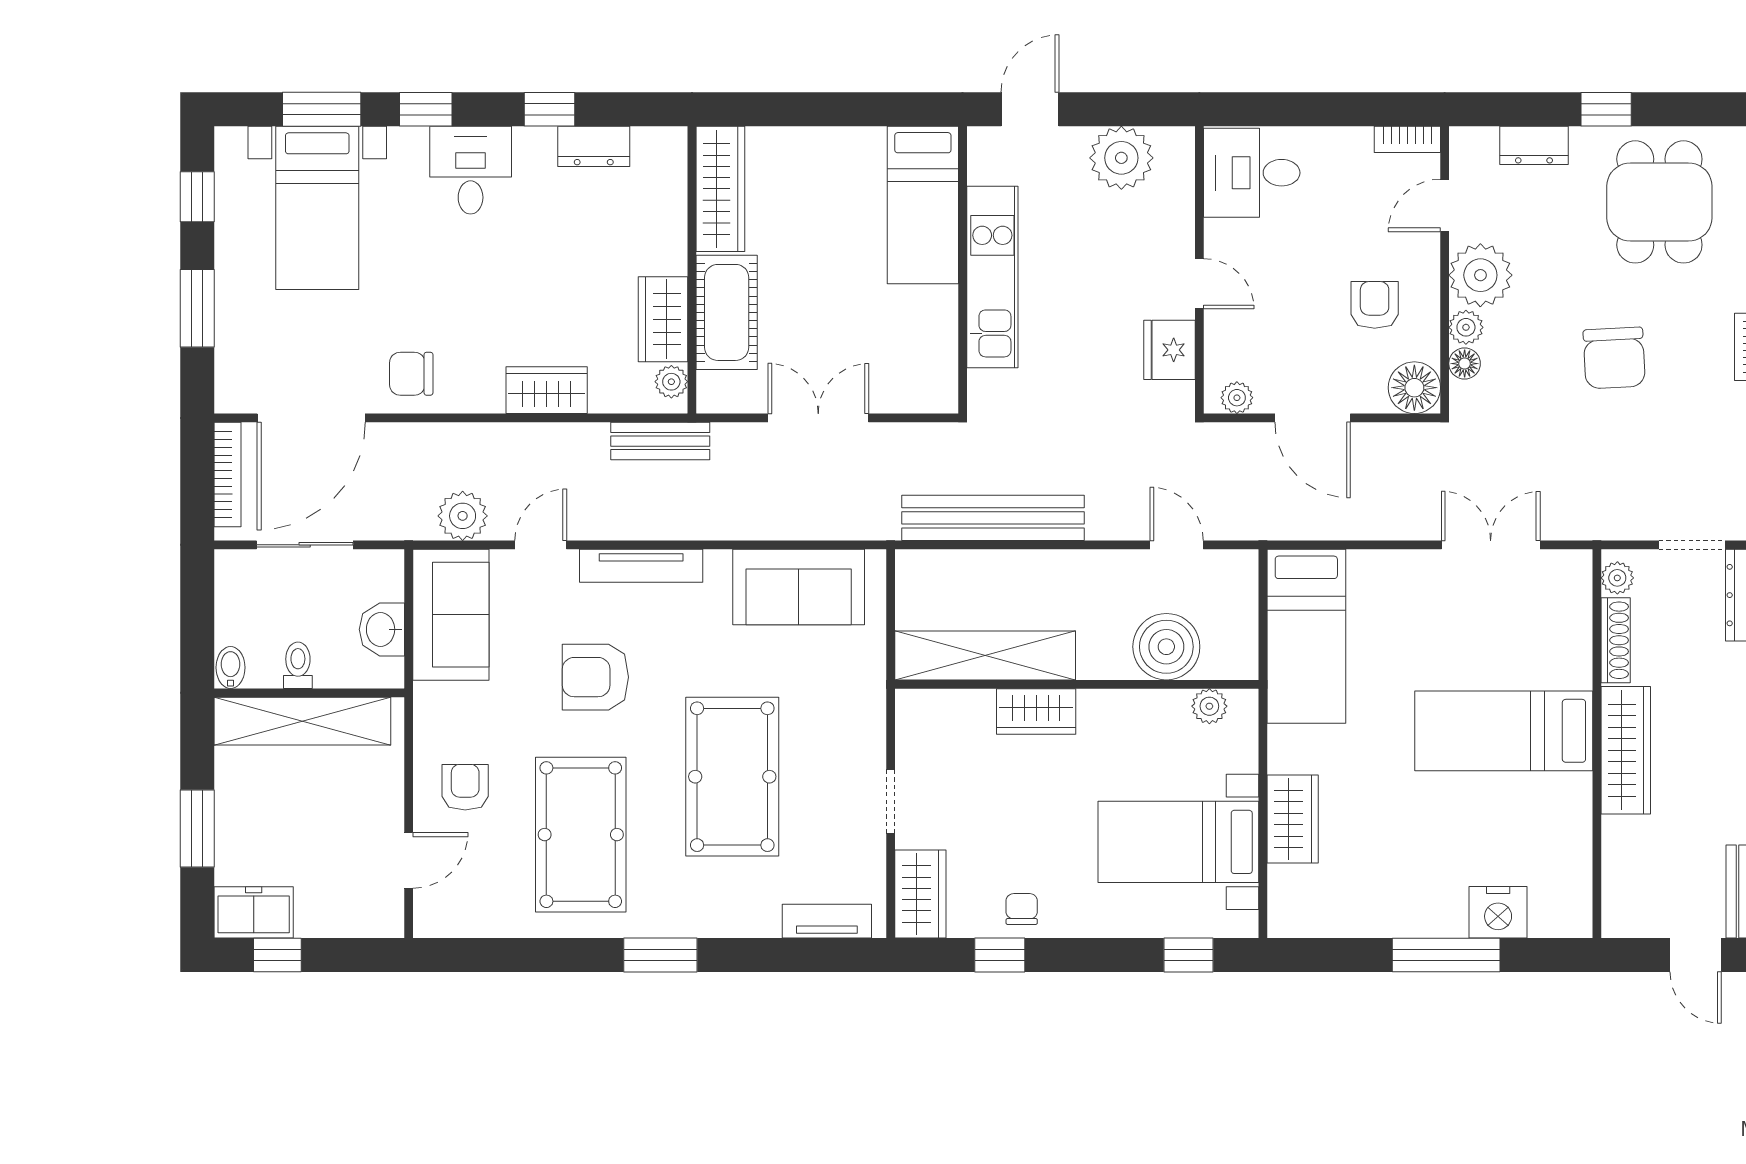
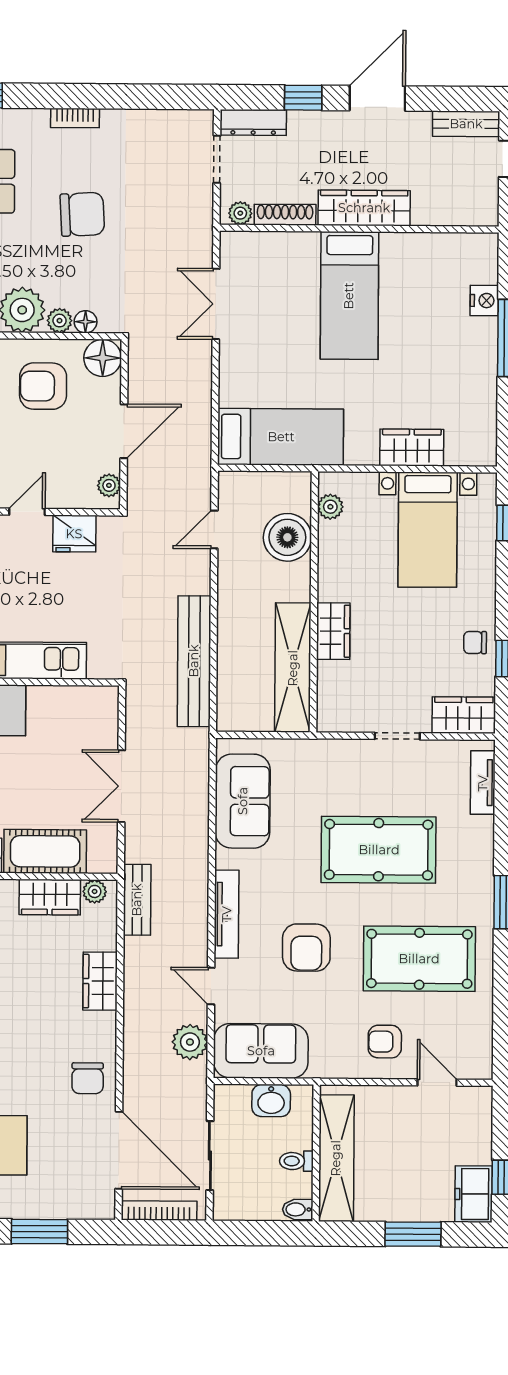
armchair: (1375, 305) -> (43, 386), width x1.38, depth x1.38
nightstand: (1498, 912) -> (484, 301), width x0.74, depth x0.75

